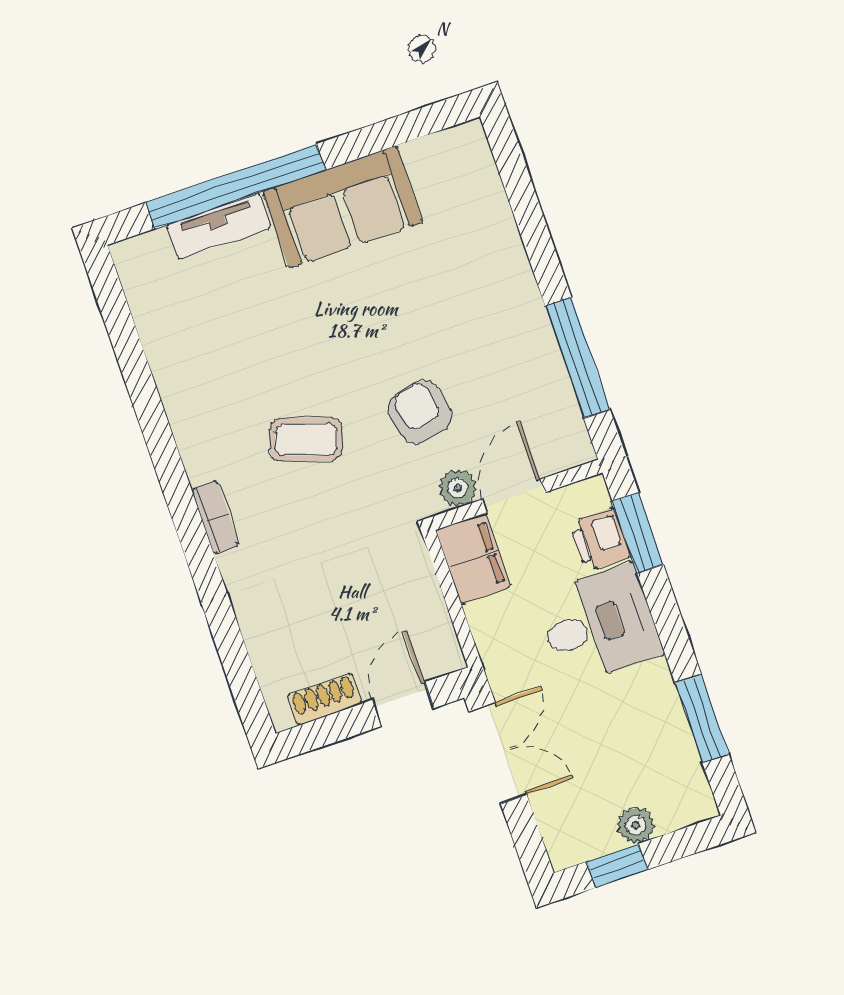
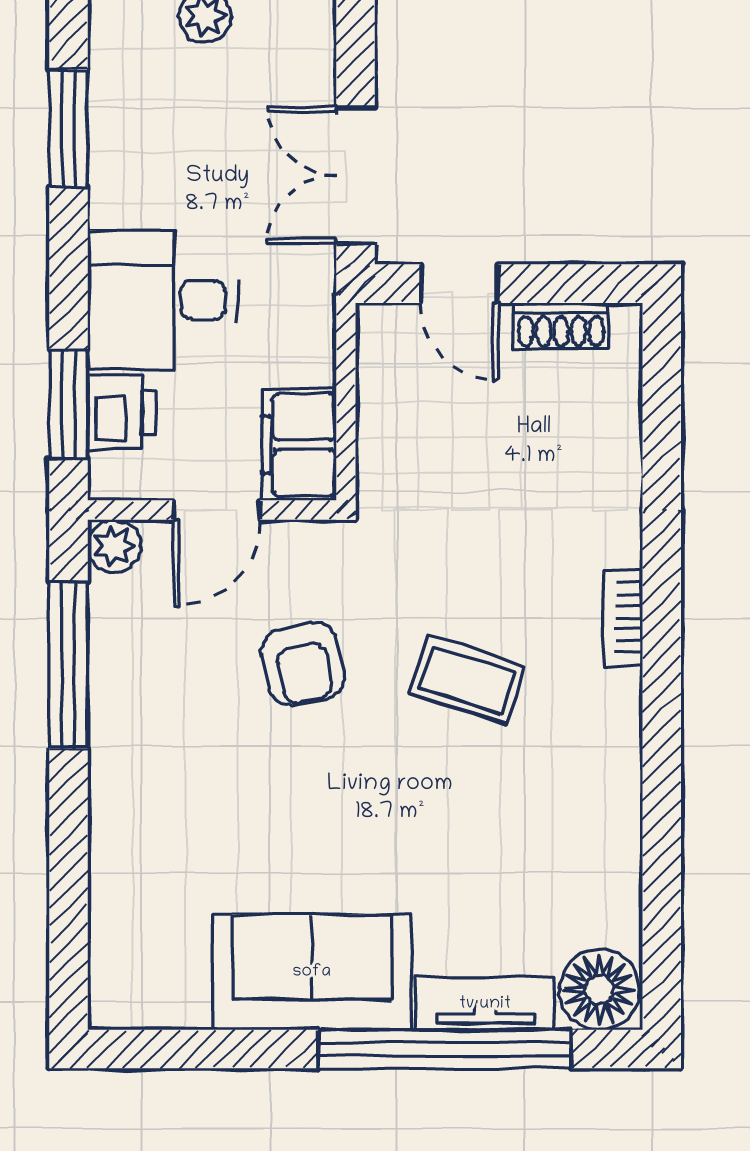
floor lamp: (145, 262) -> (599, 990), added
plant: (458, 488) -> (114, 546), moved
door: (403, 704) -> (459, 284), hinge flipped

